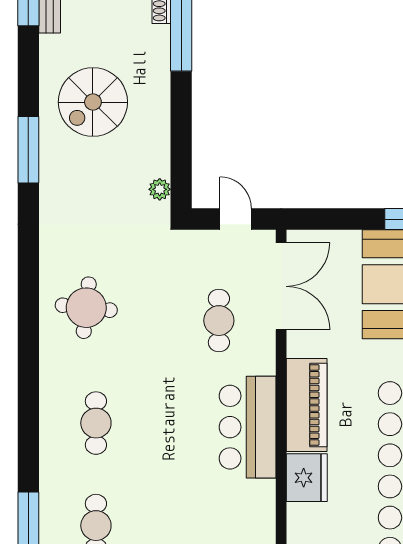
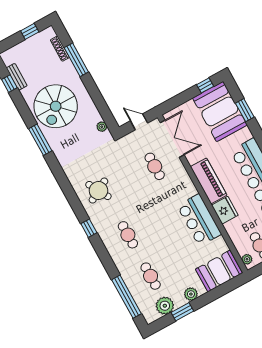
spiral stairs: (93, 102) -> (56, 106), width x1.37, depth x1.37
round table: (86, 308) -> (98, 191), turned -35
window: (28, 369) -> (89, 228), added
bar counter: (248, 427) -> (199, 220), moved

